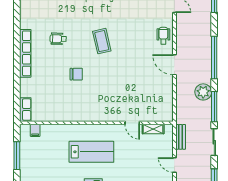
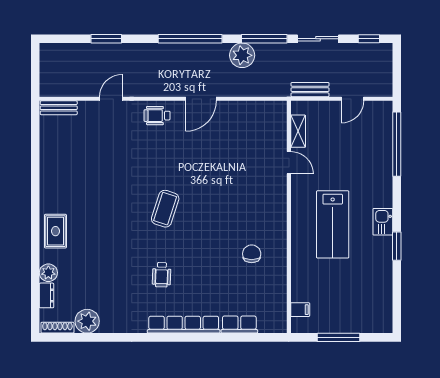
coffee table: (102, 41) -> (165, 209), turned -59
chair: (76, 74) -> (252, 254), moved
row of seats: (25, 110) -> (239, 325), moved
door: (132, 123) -> (289, 163), hinge flipped
lab bench: (91, 152) -> (333, 224), turned 180

